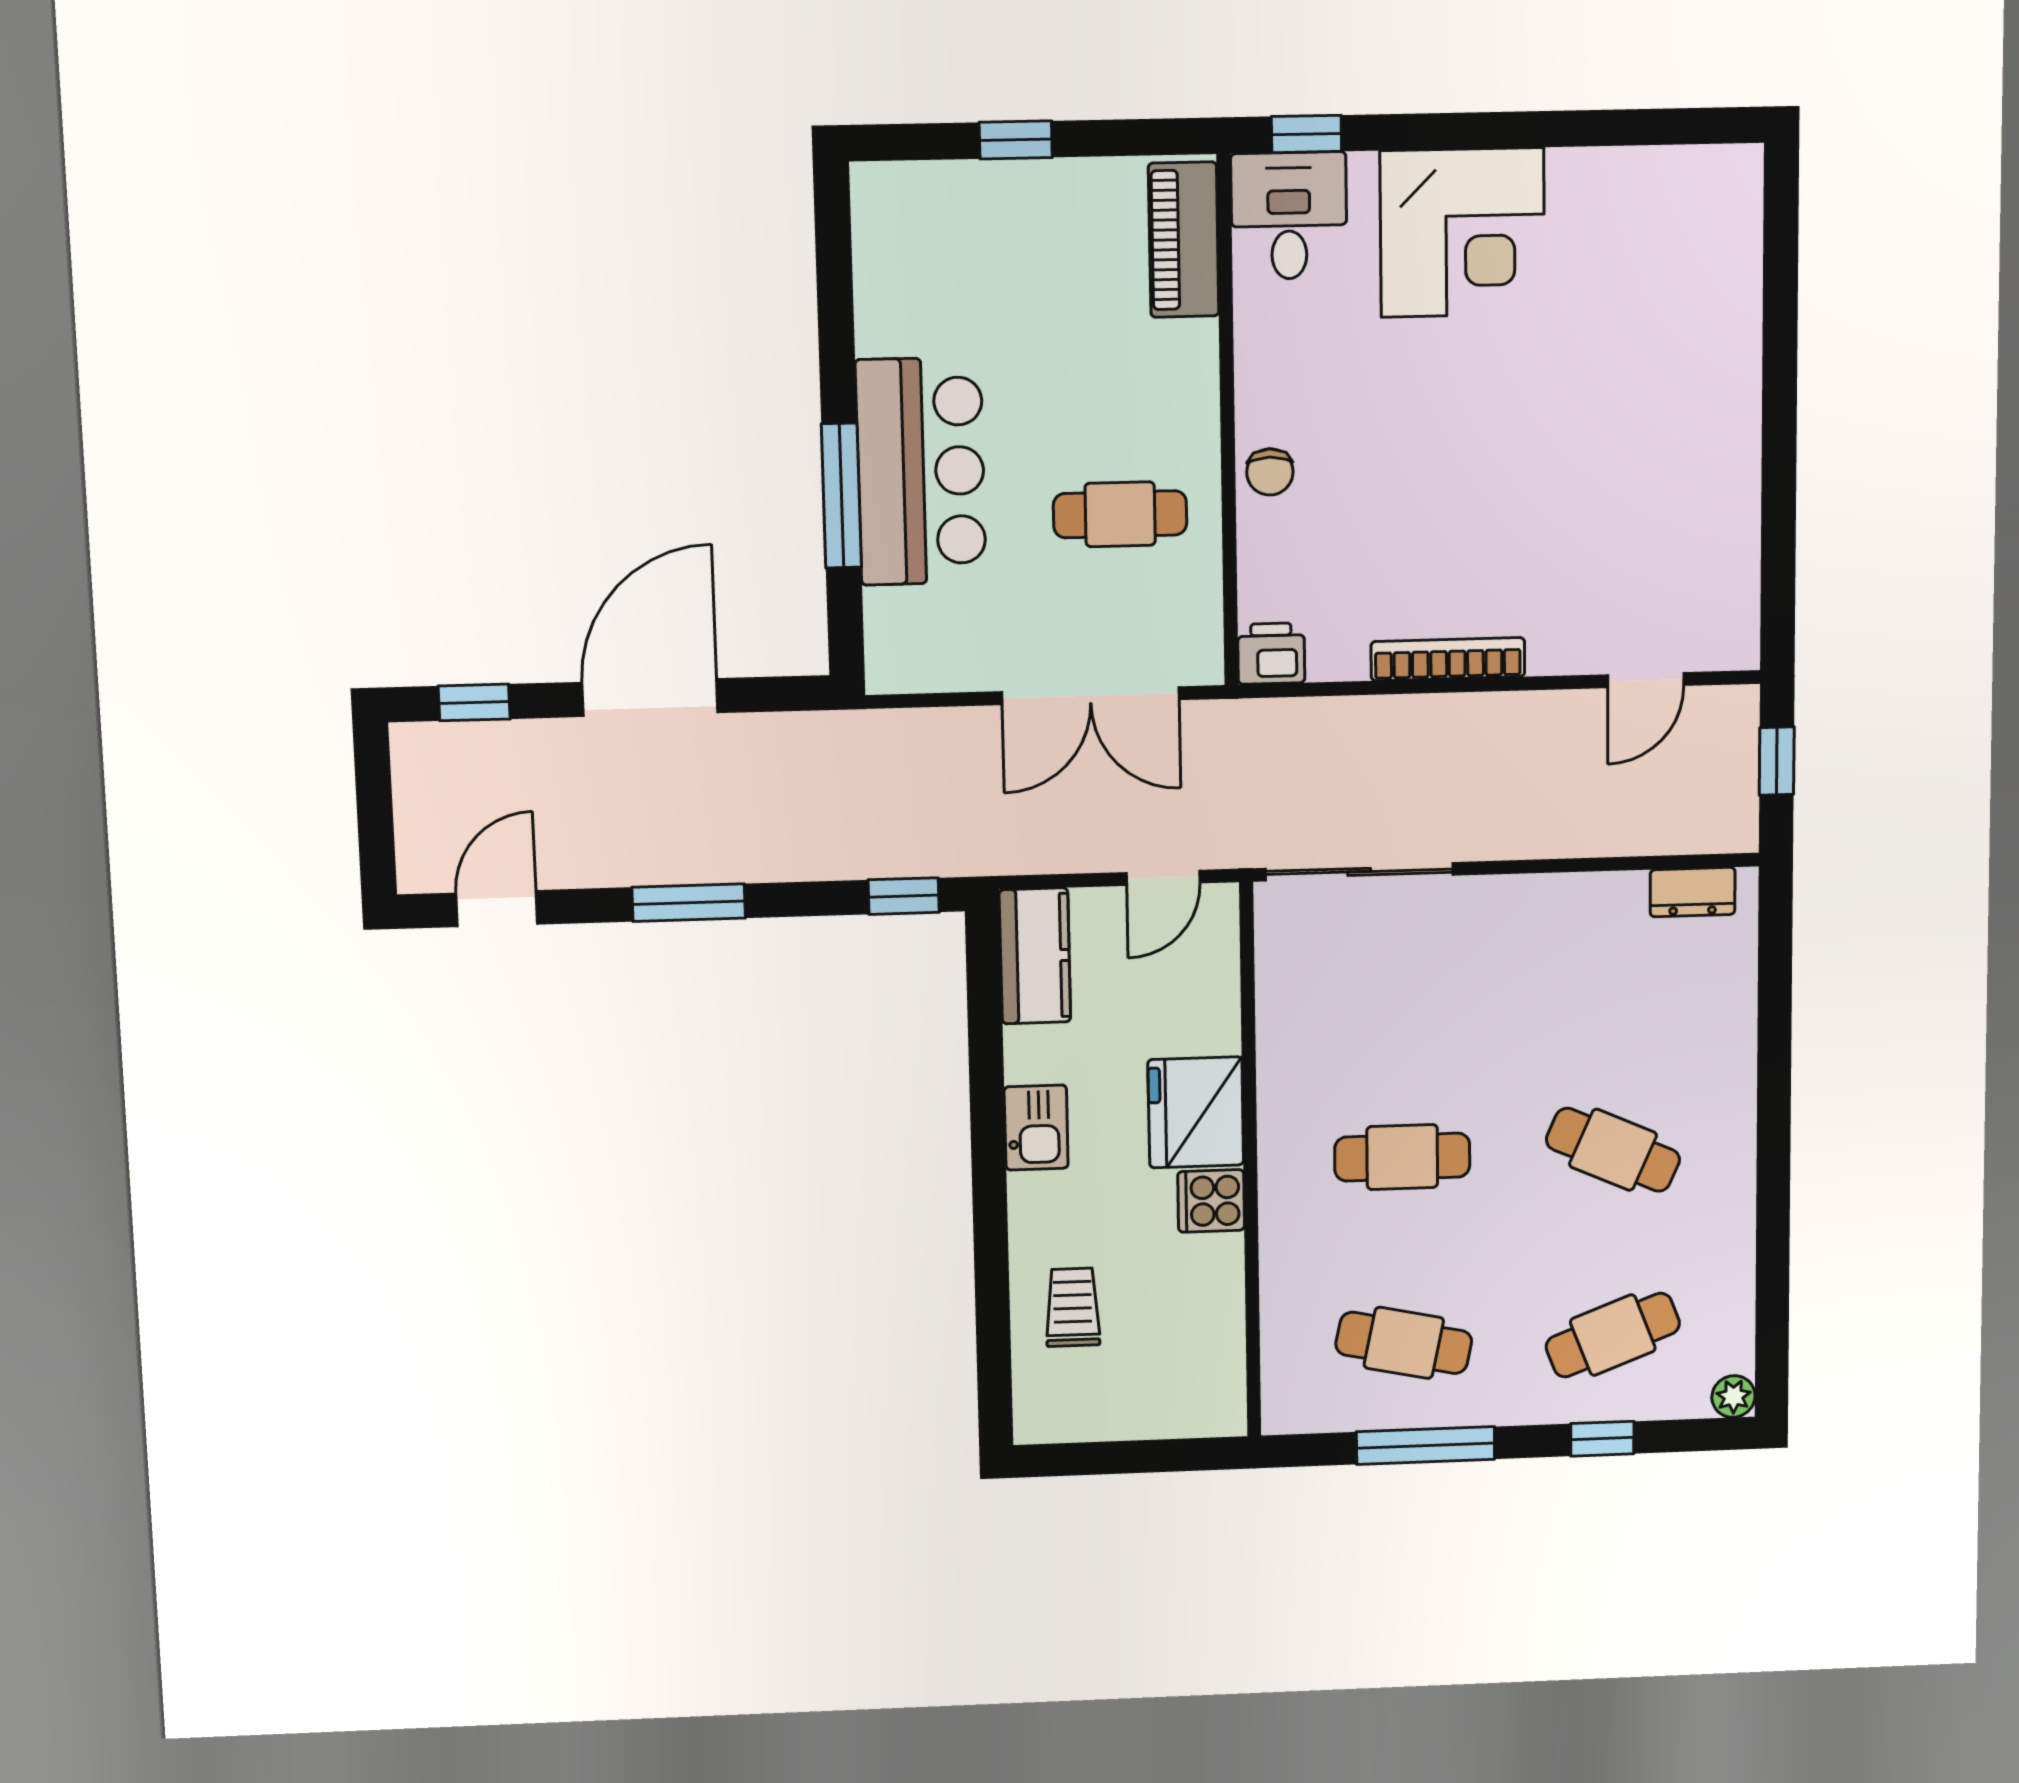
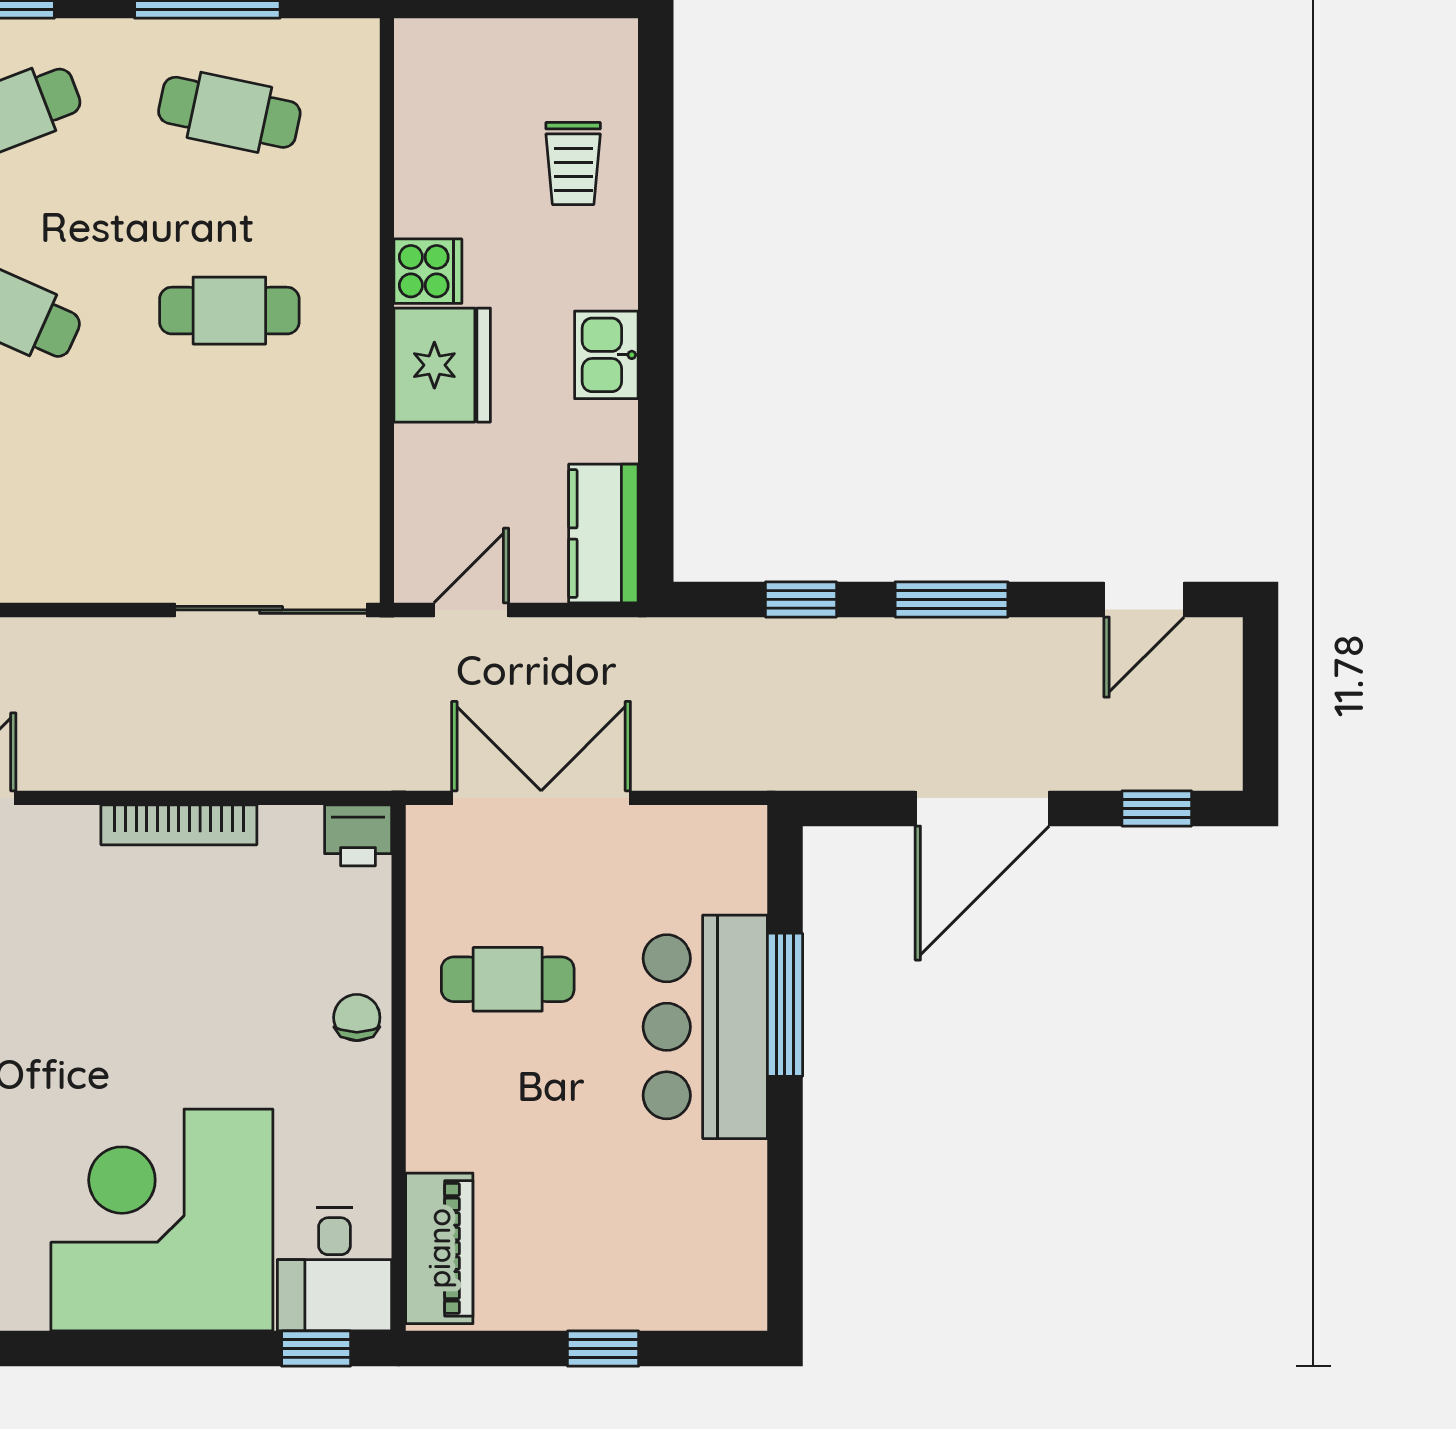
corner desk: (1462, 233) -> (162, 1220), width x1.36, depth x1.36
window: (904, 896) -> (801, 599), moved

